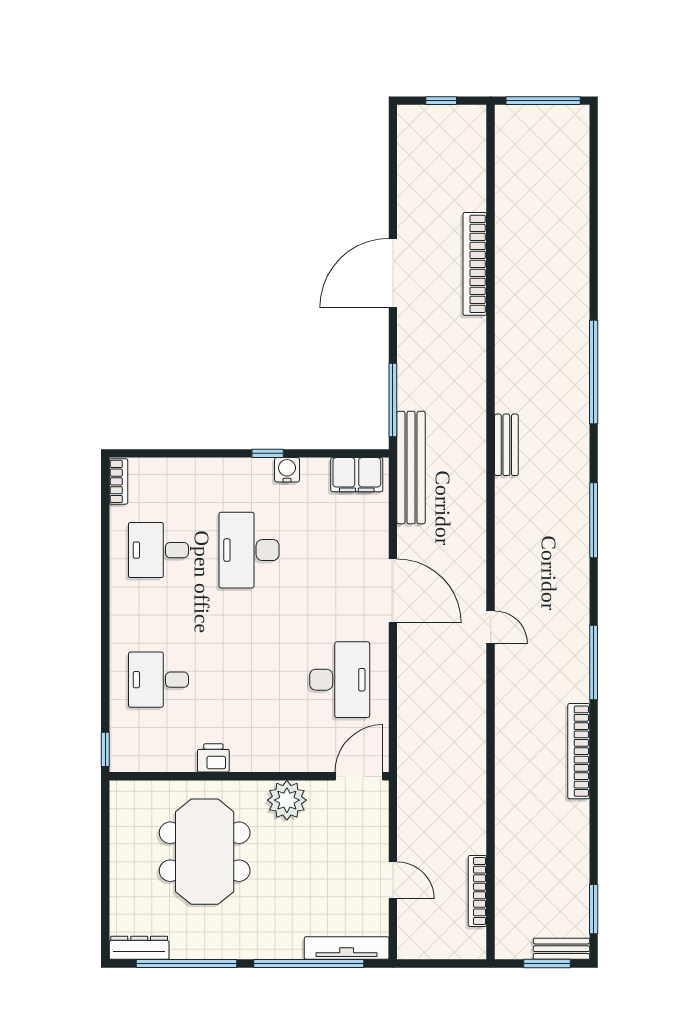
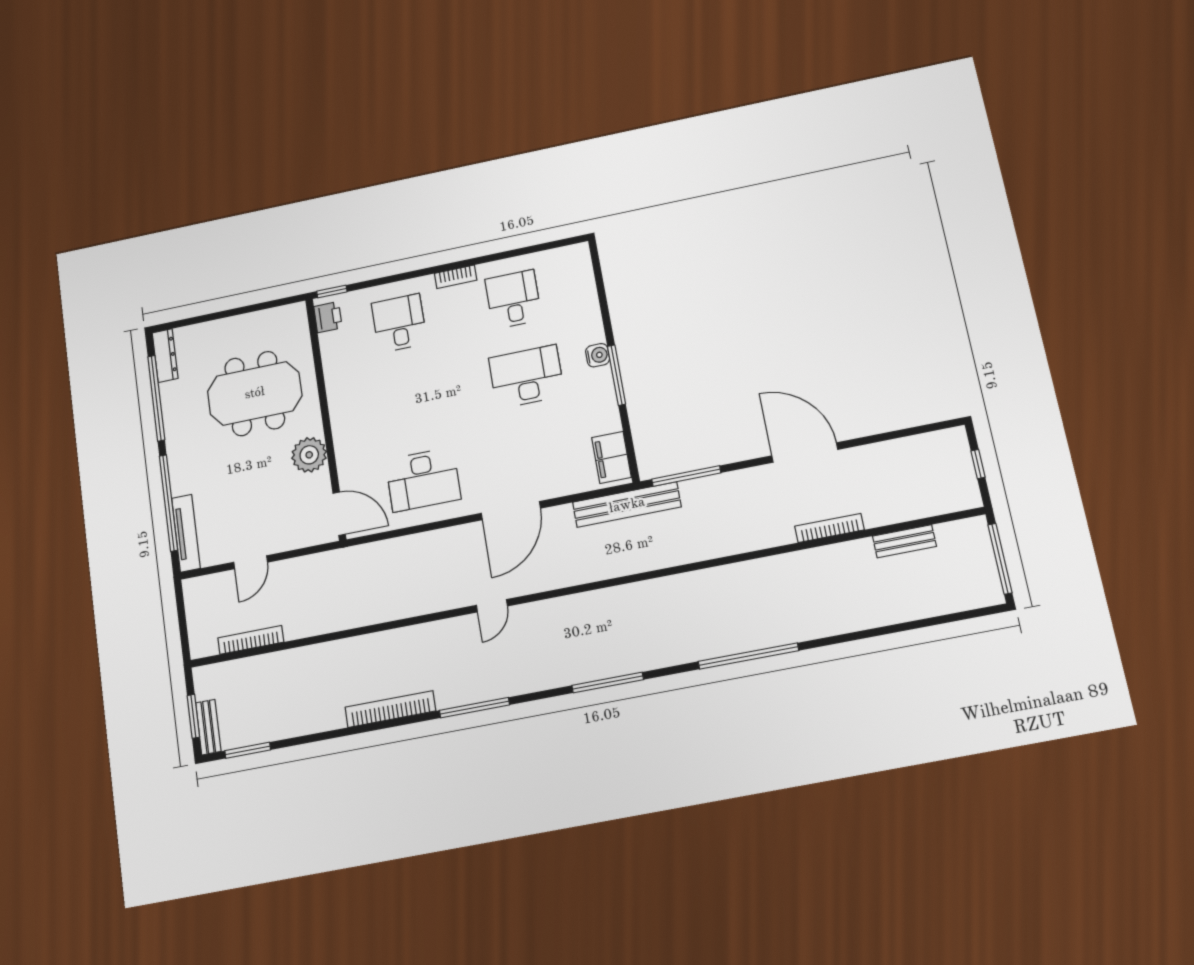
bookcase: (475, 264) -> (829, 528), width x0.68, depth x0.76
bench: (506, 445) -> (904, 541), moved
window: (268, 453) -> (617, 375), width x2.17
water cooler: (287, 470) -> (598, 355), moved
bookcase: (118, 481) -> (456, 277), moved
printer: (213, 758) -> (328, 317), moved

